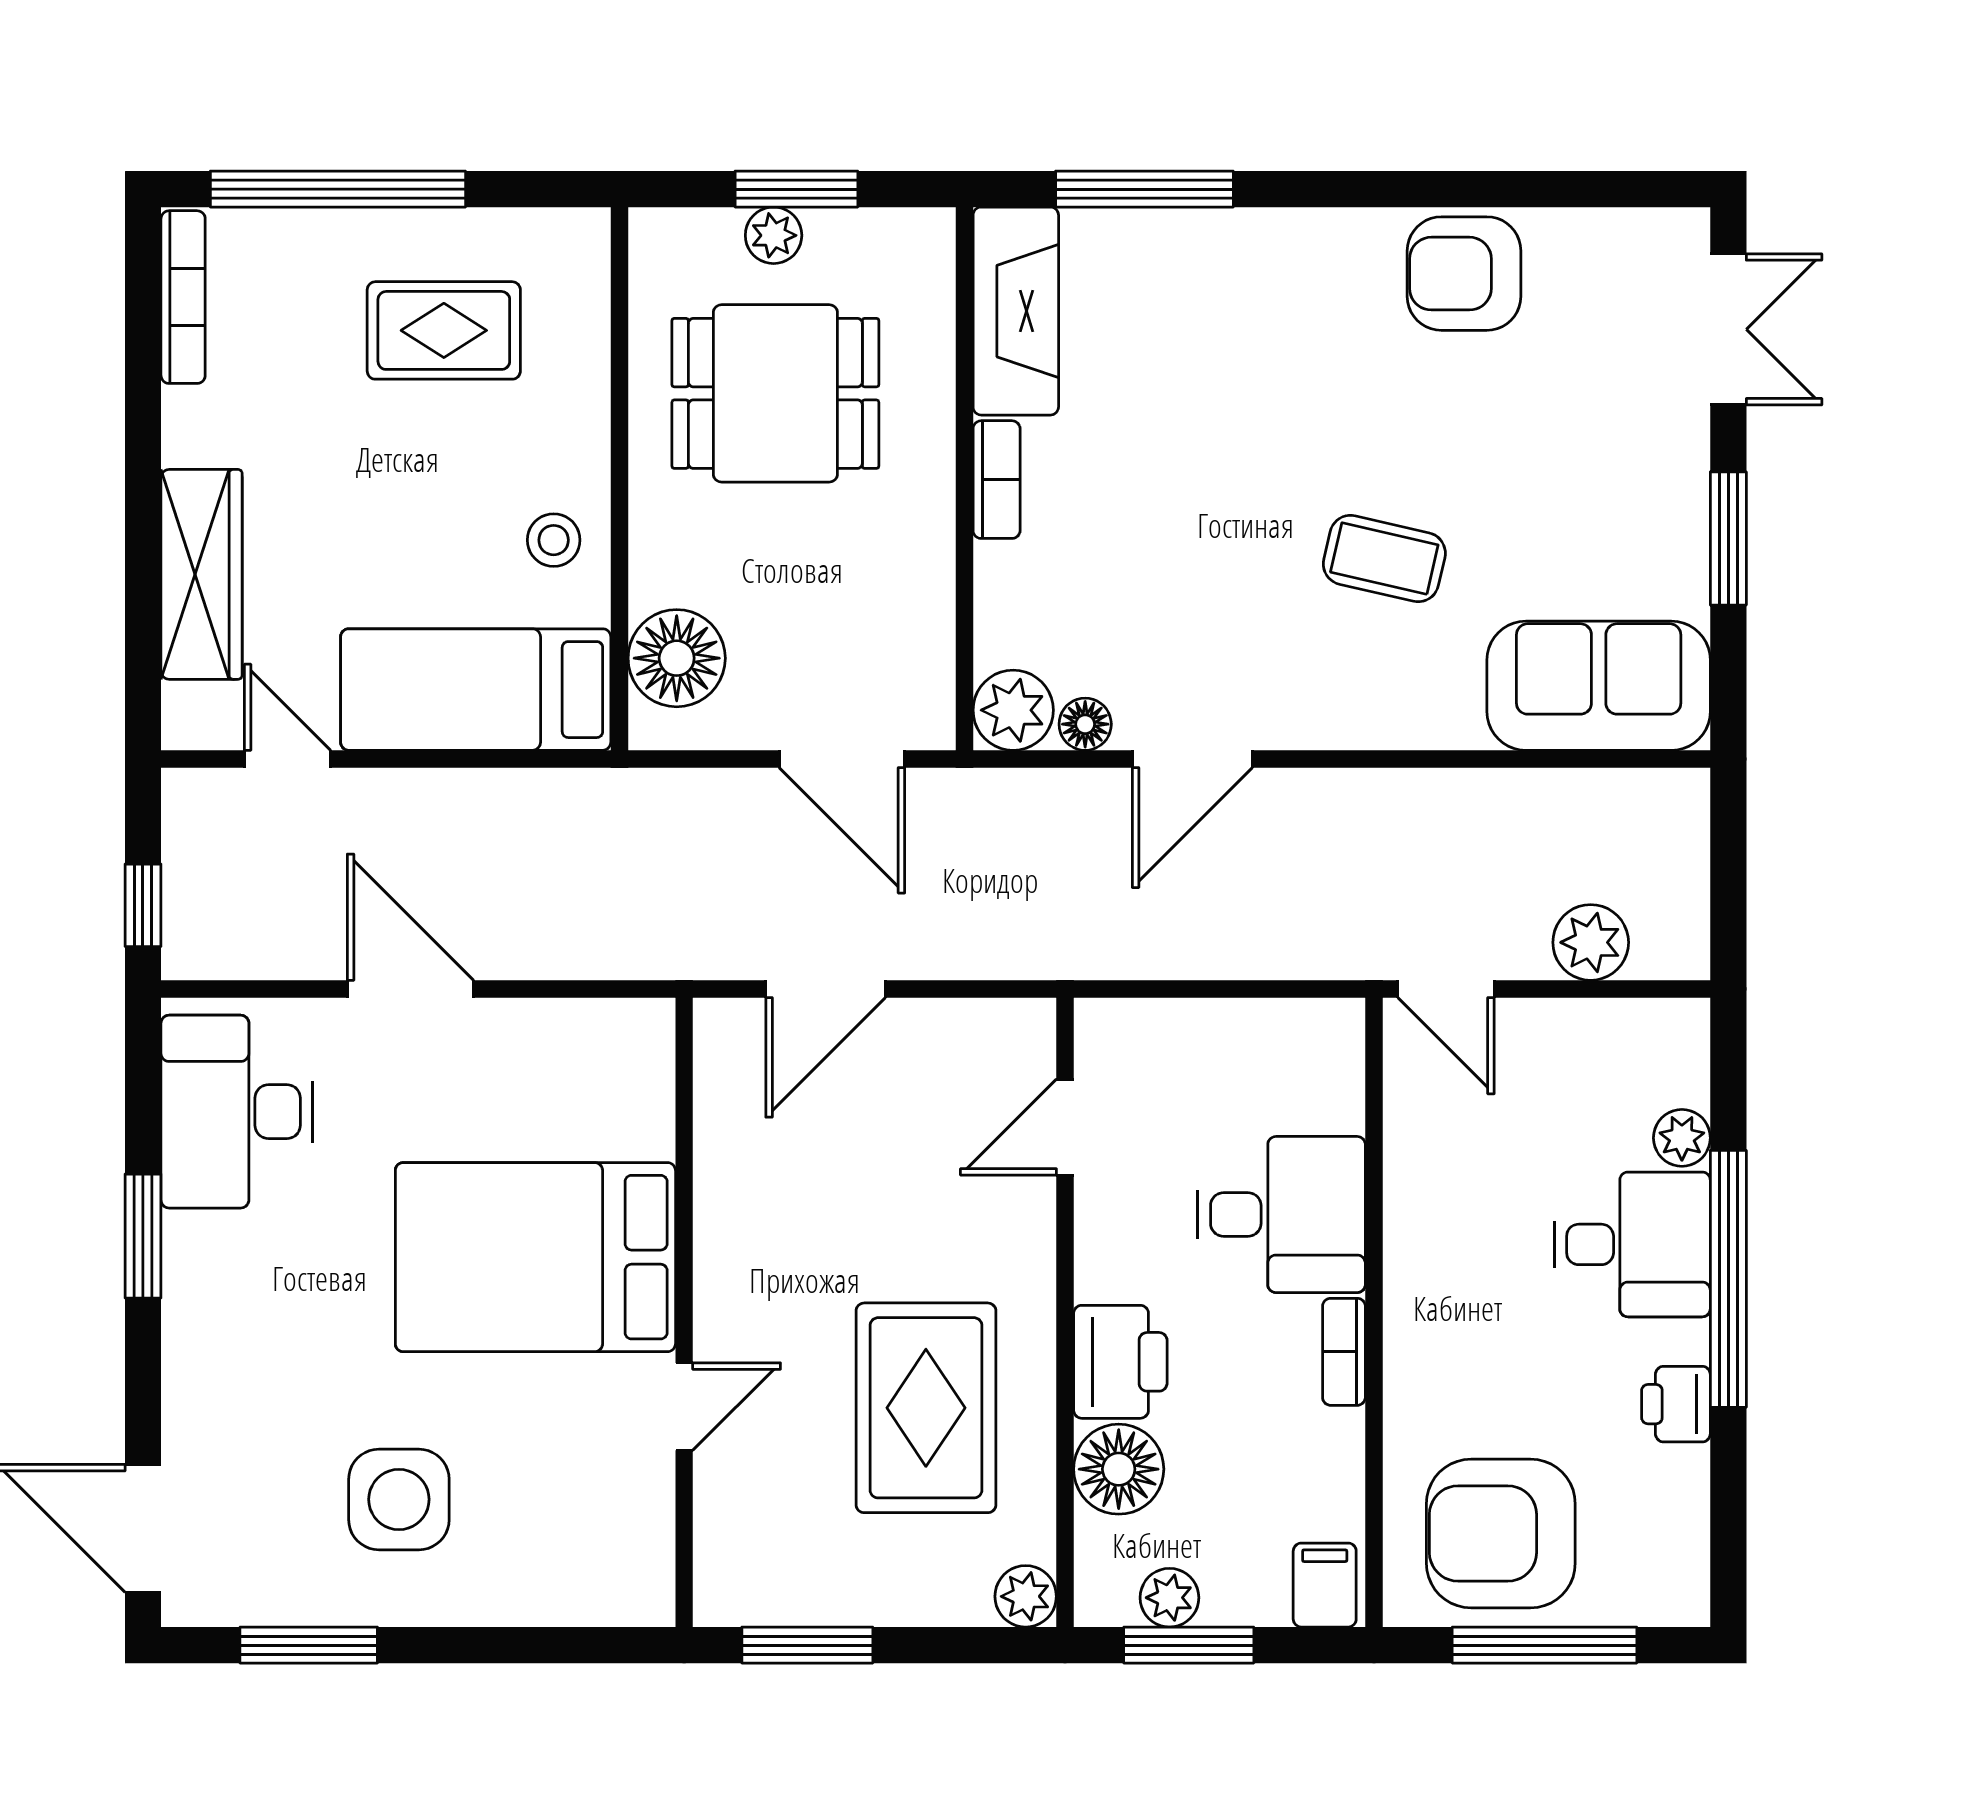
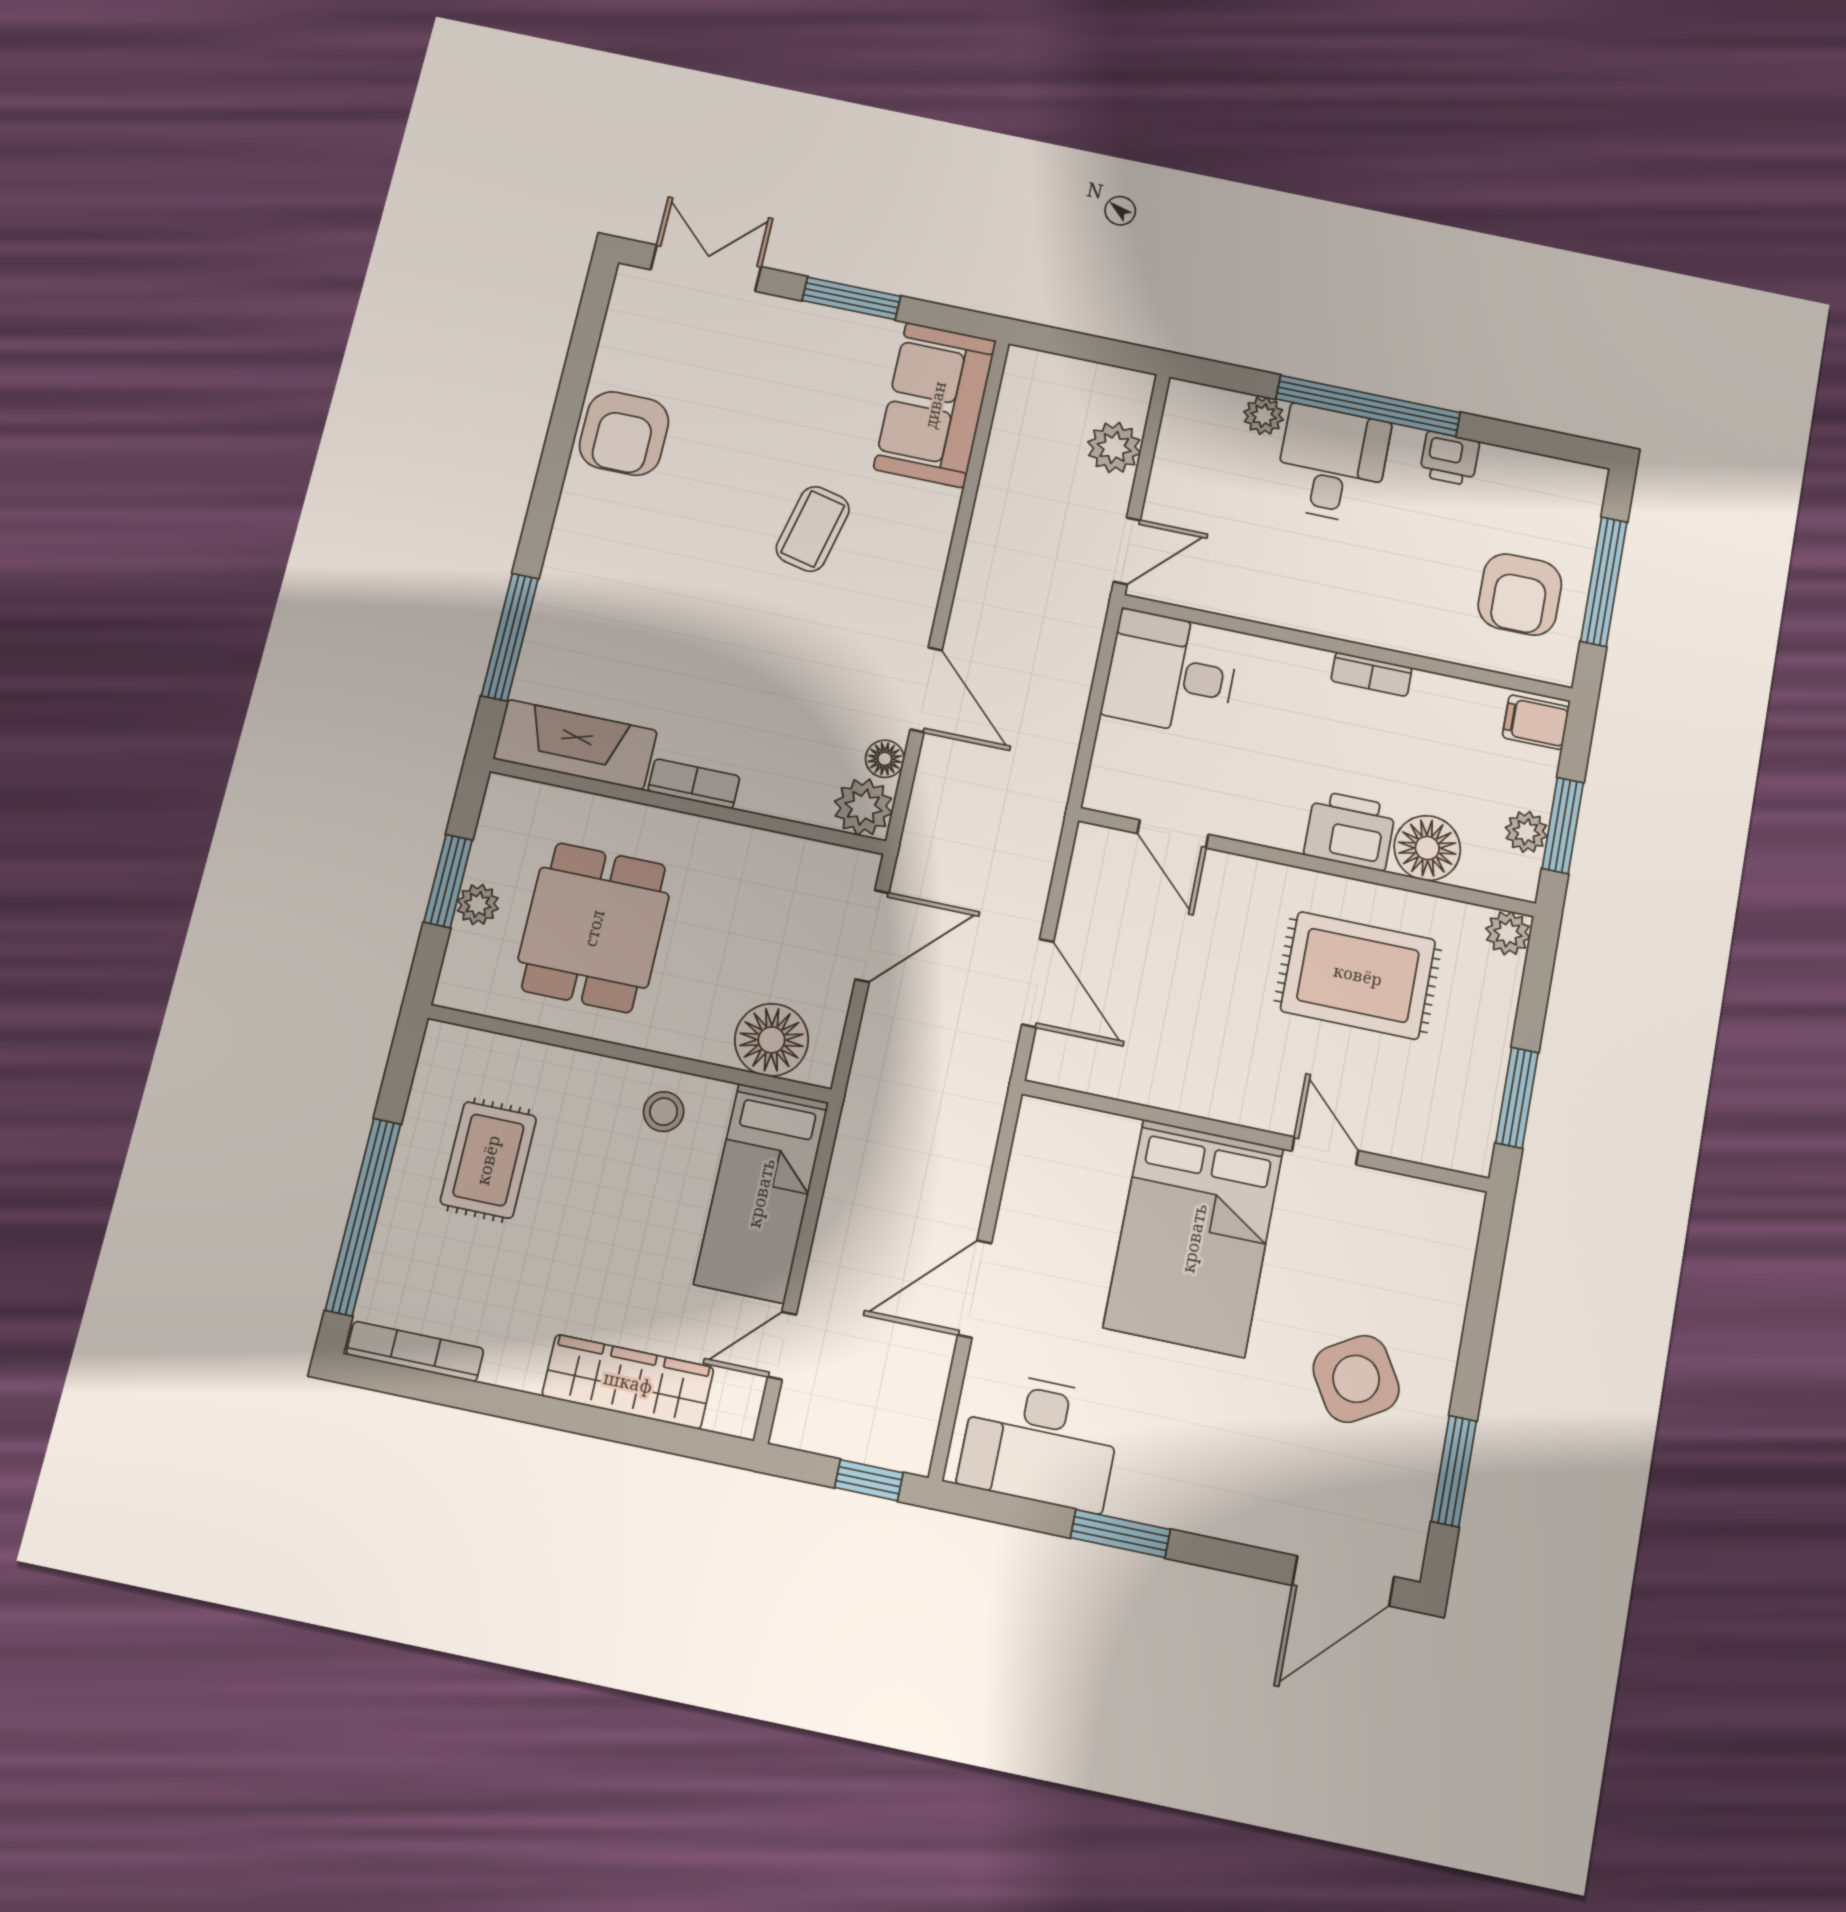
desk: (1281, 1214) -> (1171, 673), moved, turned -90
side table: (399, 1499) -> (1356, 1379), turned -31
armchair: (1501, 1533) -> (1520, 595), width x0.73, depth x0.73

